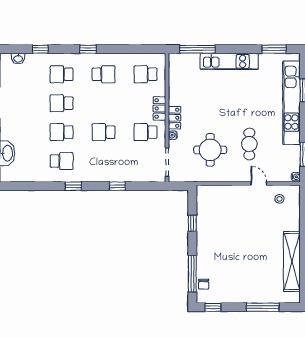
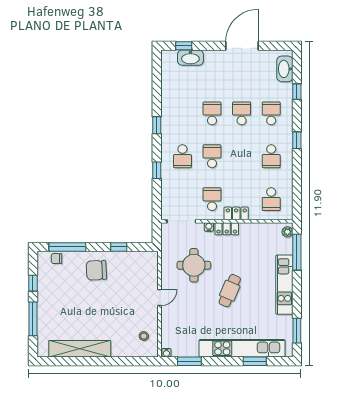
plant: (178, 58) -> (287, 232), added
washbasin: (18, 59) -> (285, 69), width x1.91, depth x1.45
school desk: (146, 74) -> (271, 199), turned 180
cafe table: (249, 144) -> (230, 291), moved, turned -67
school desk: (62, 161) -> (182, 156), moved
door: (259, 184) -> (159, 297), moved
chair: (215, 245) -> (96, 270), added
window: (213, 307) -> (33, 283), moved

